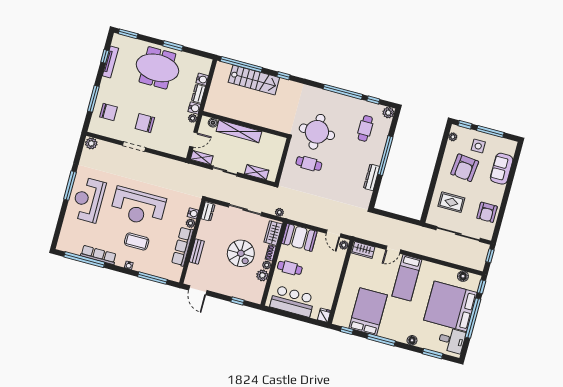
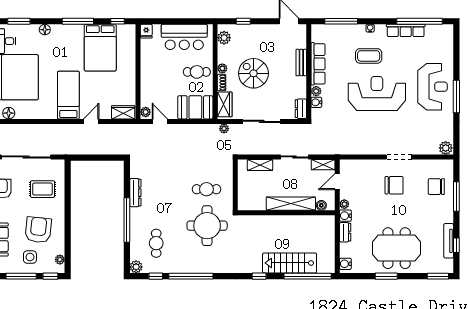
water cooler: (202, 79) -> (345, 264), moved
plant: (262, 275) -> (224, 38), moved

